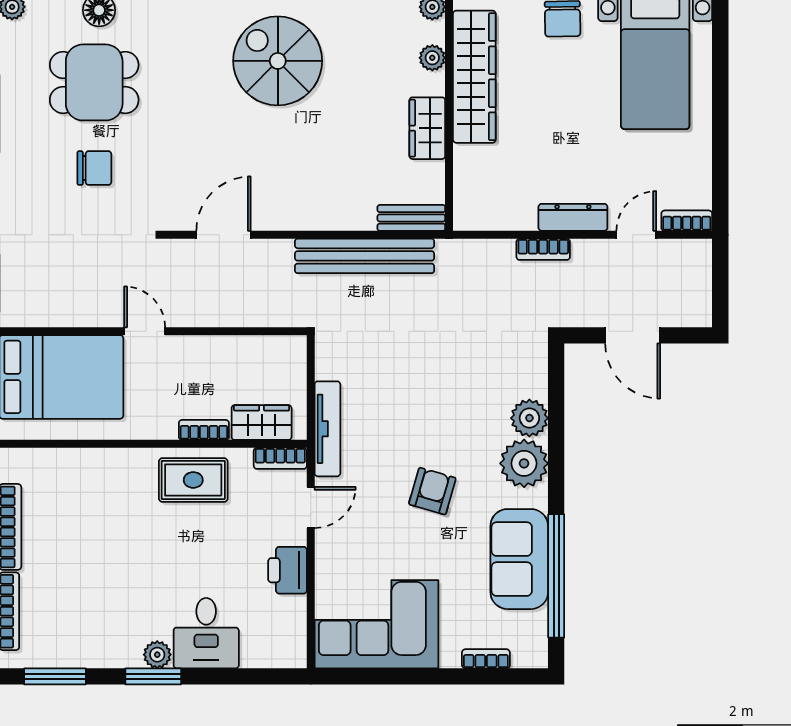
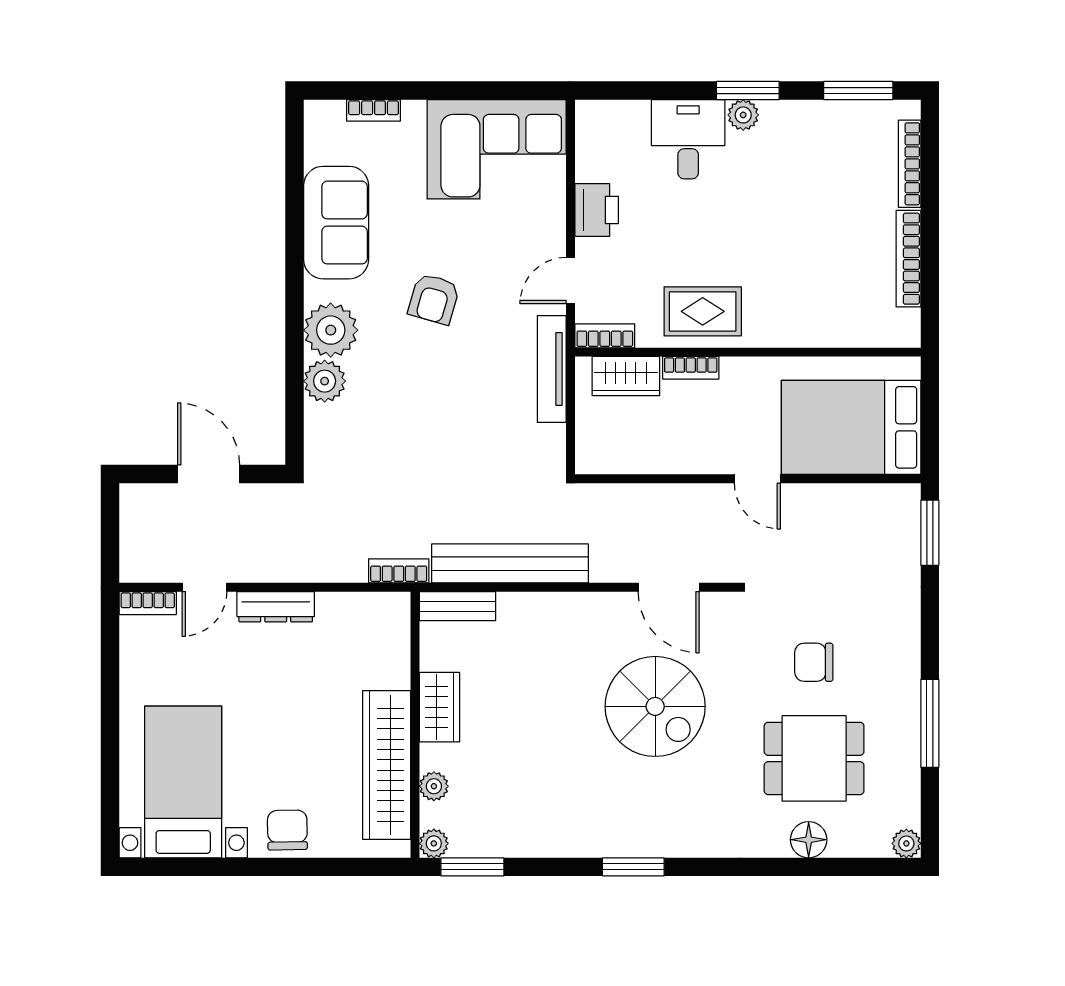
spiral stairs: (278, 61) -> (655, 706), moved
door: (224, 235) -> (669, 587), hinge flipped
bookcase: (543, 249) -> (399, 571), moved
window: (556, 576) -> (295, 204), removed

